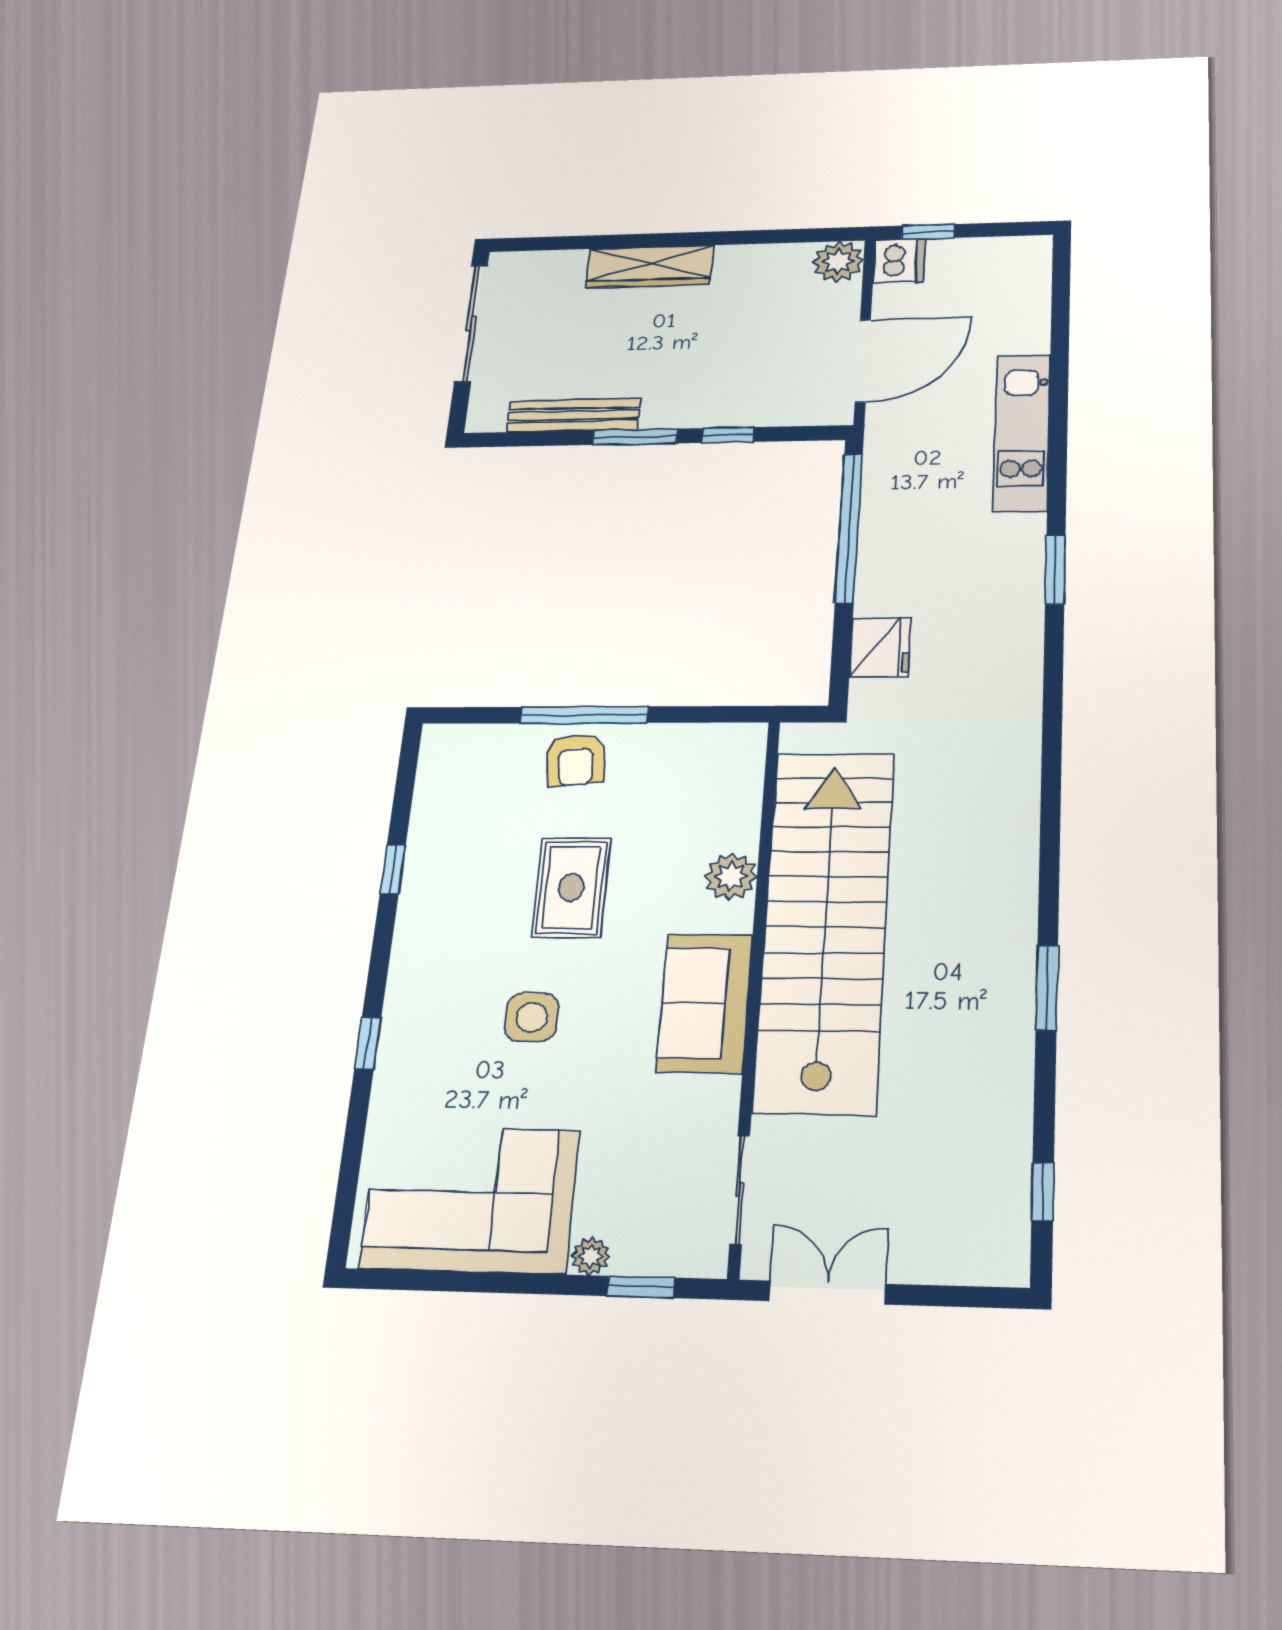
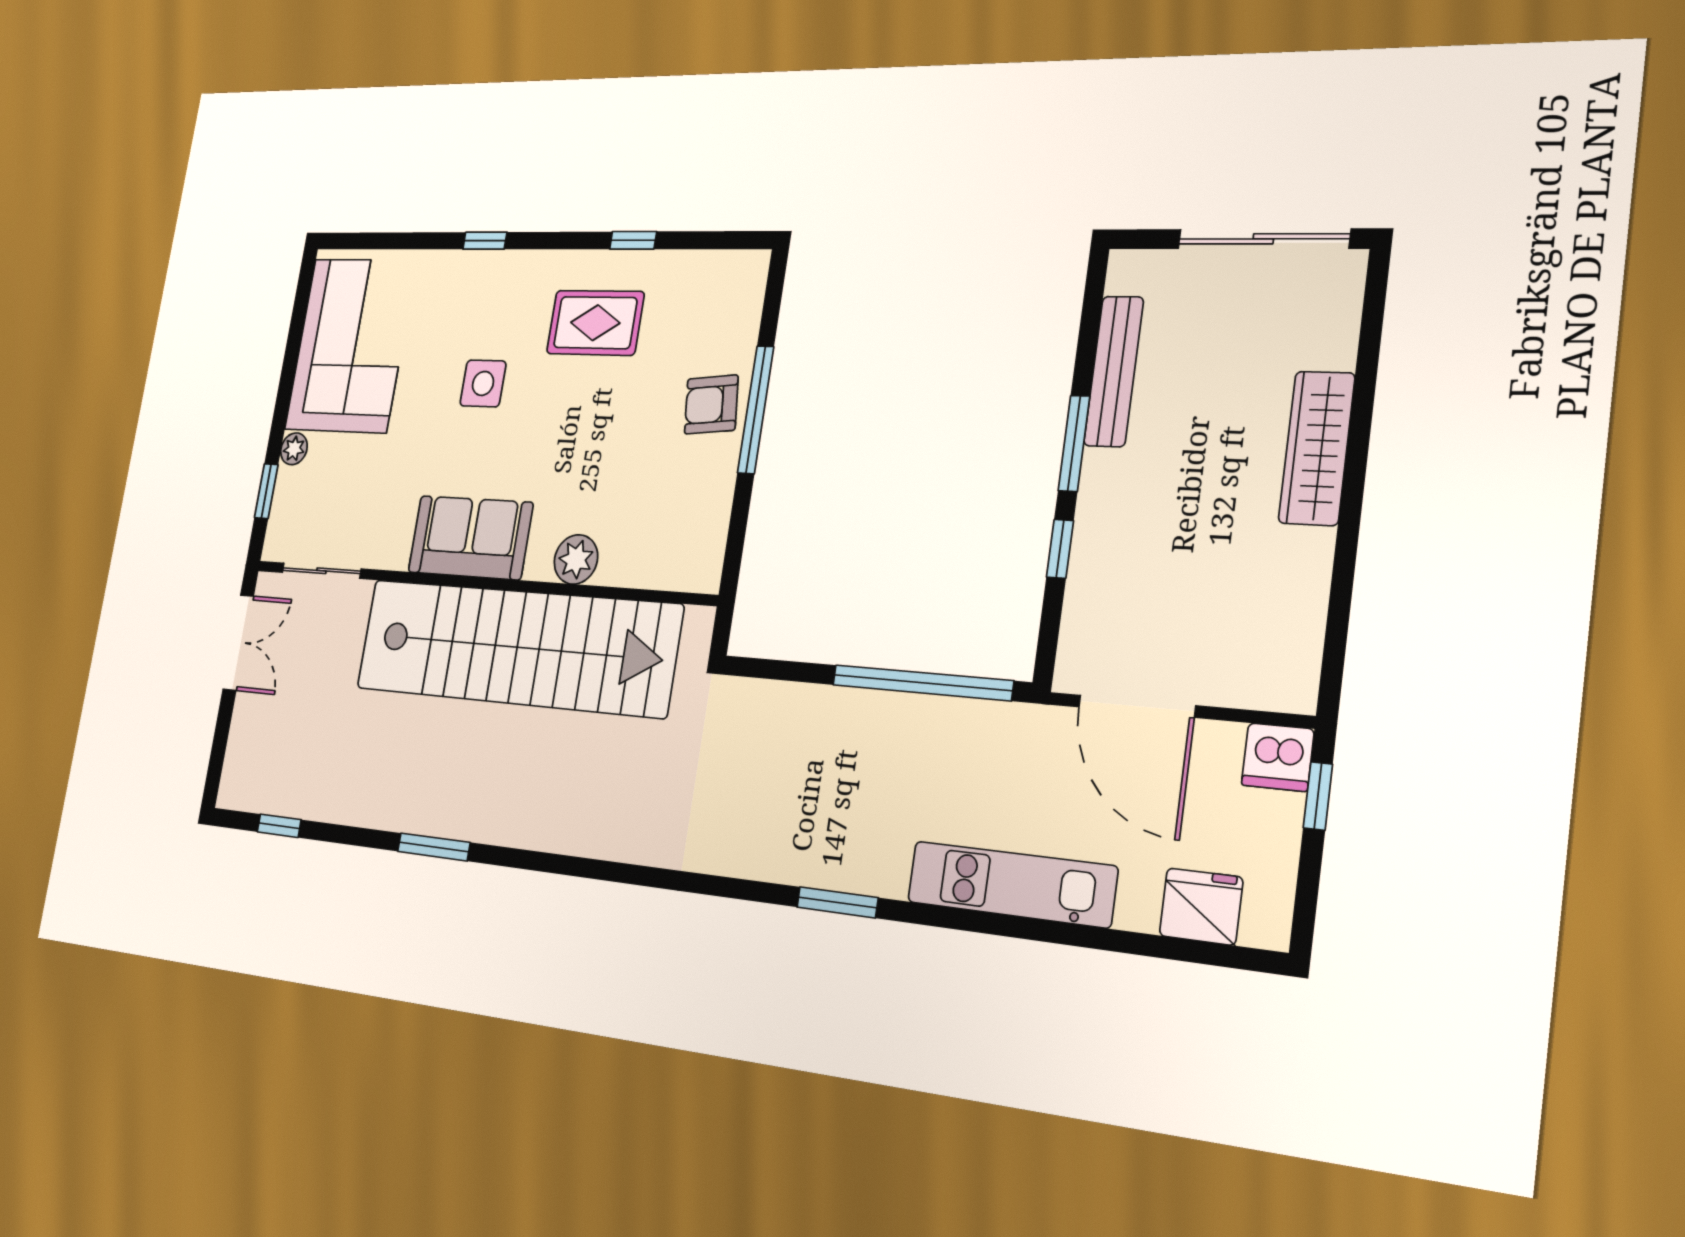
plant: (838, 262) -> (1288, 681), removed
fridge: (880, 647) -> (1201, 906), moved, turned 180
rug: (571, 888) -> (595, 323), moved

